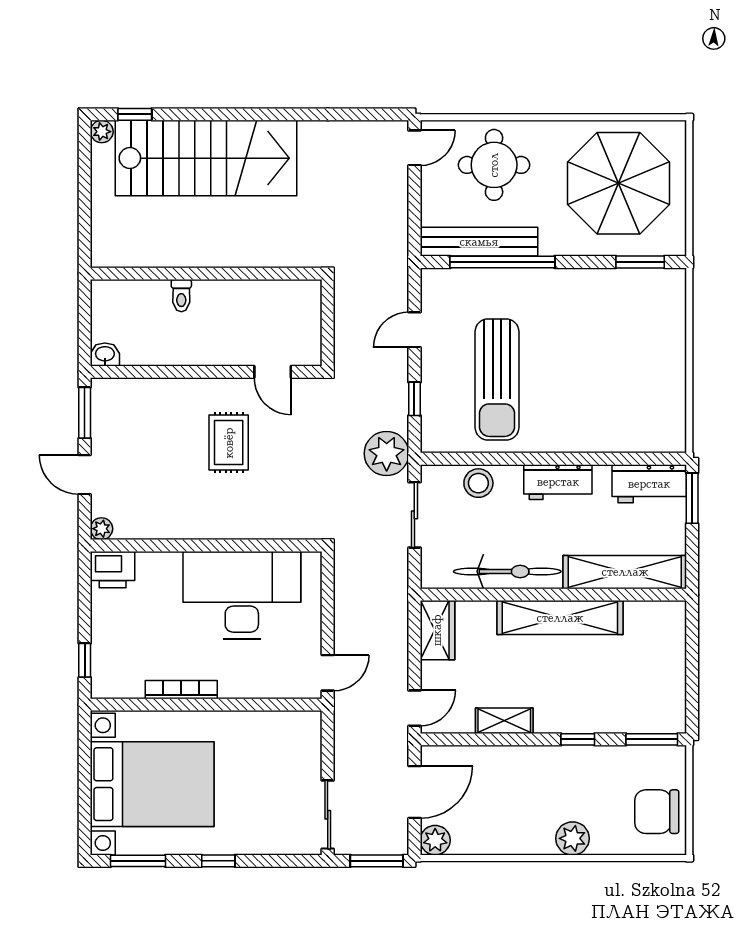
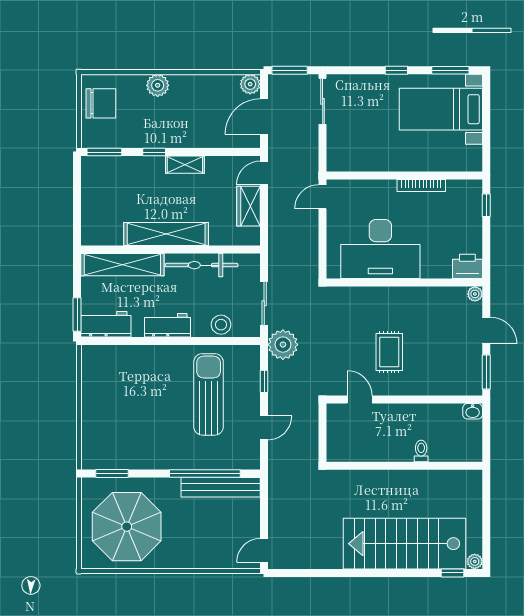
round table: (494, 165) -> (210, 539), removed
wardrobe: (437, 630) -> (249, 206), moved
shelving: (504, 721) -> (185, 165), moved
bed with nightstands: (152, 784) -> (441, 109), width x0.73

